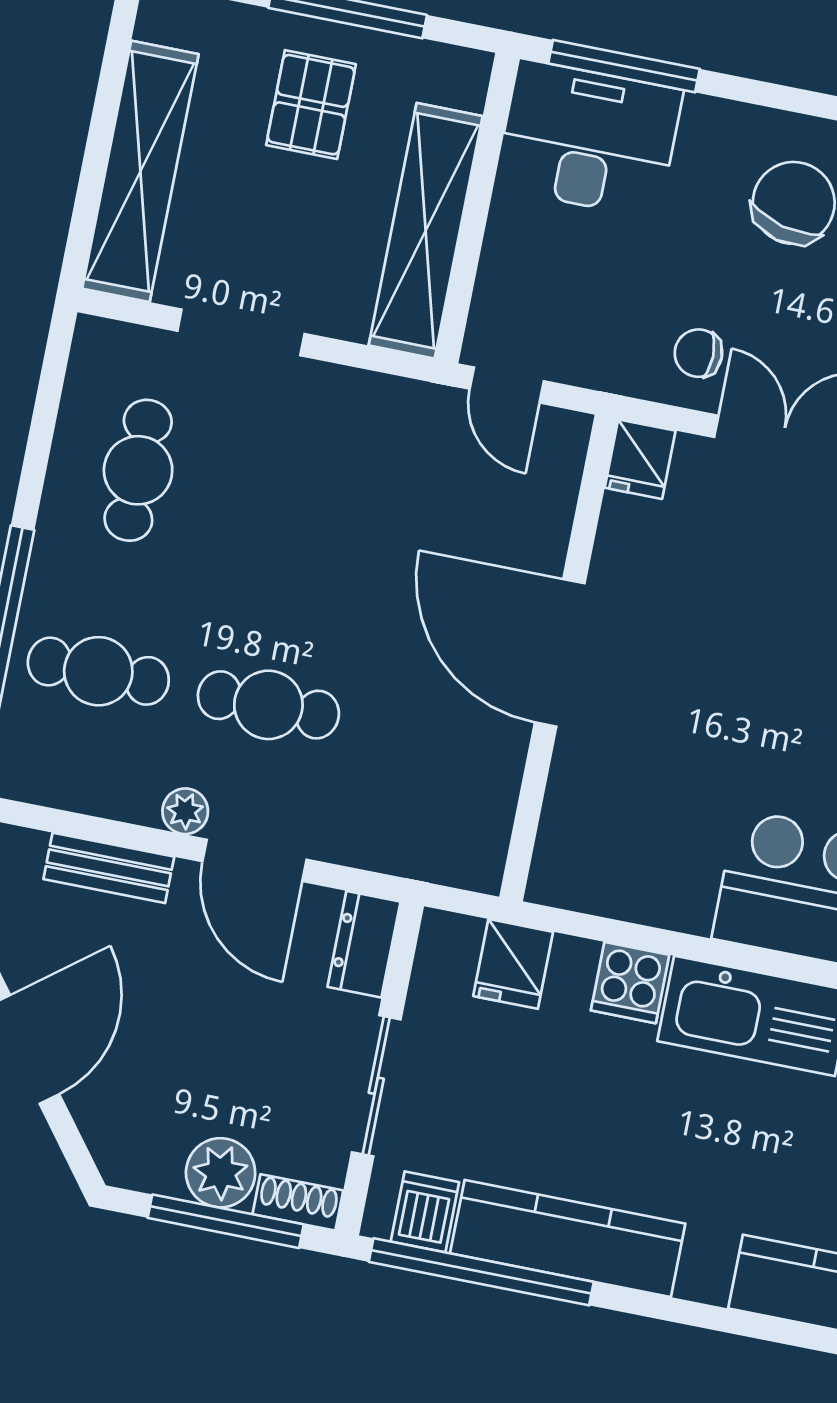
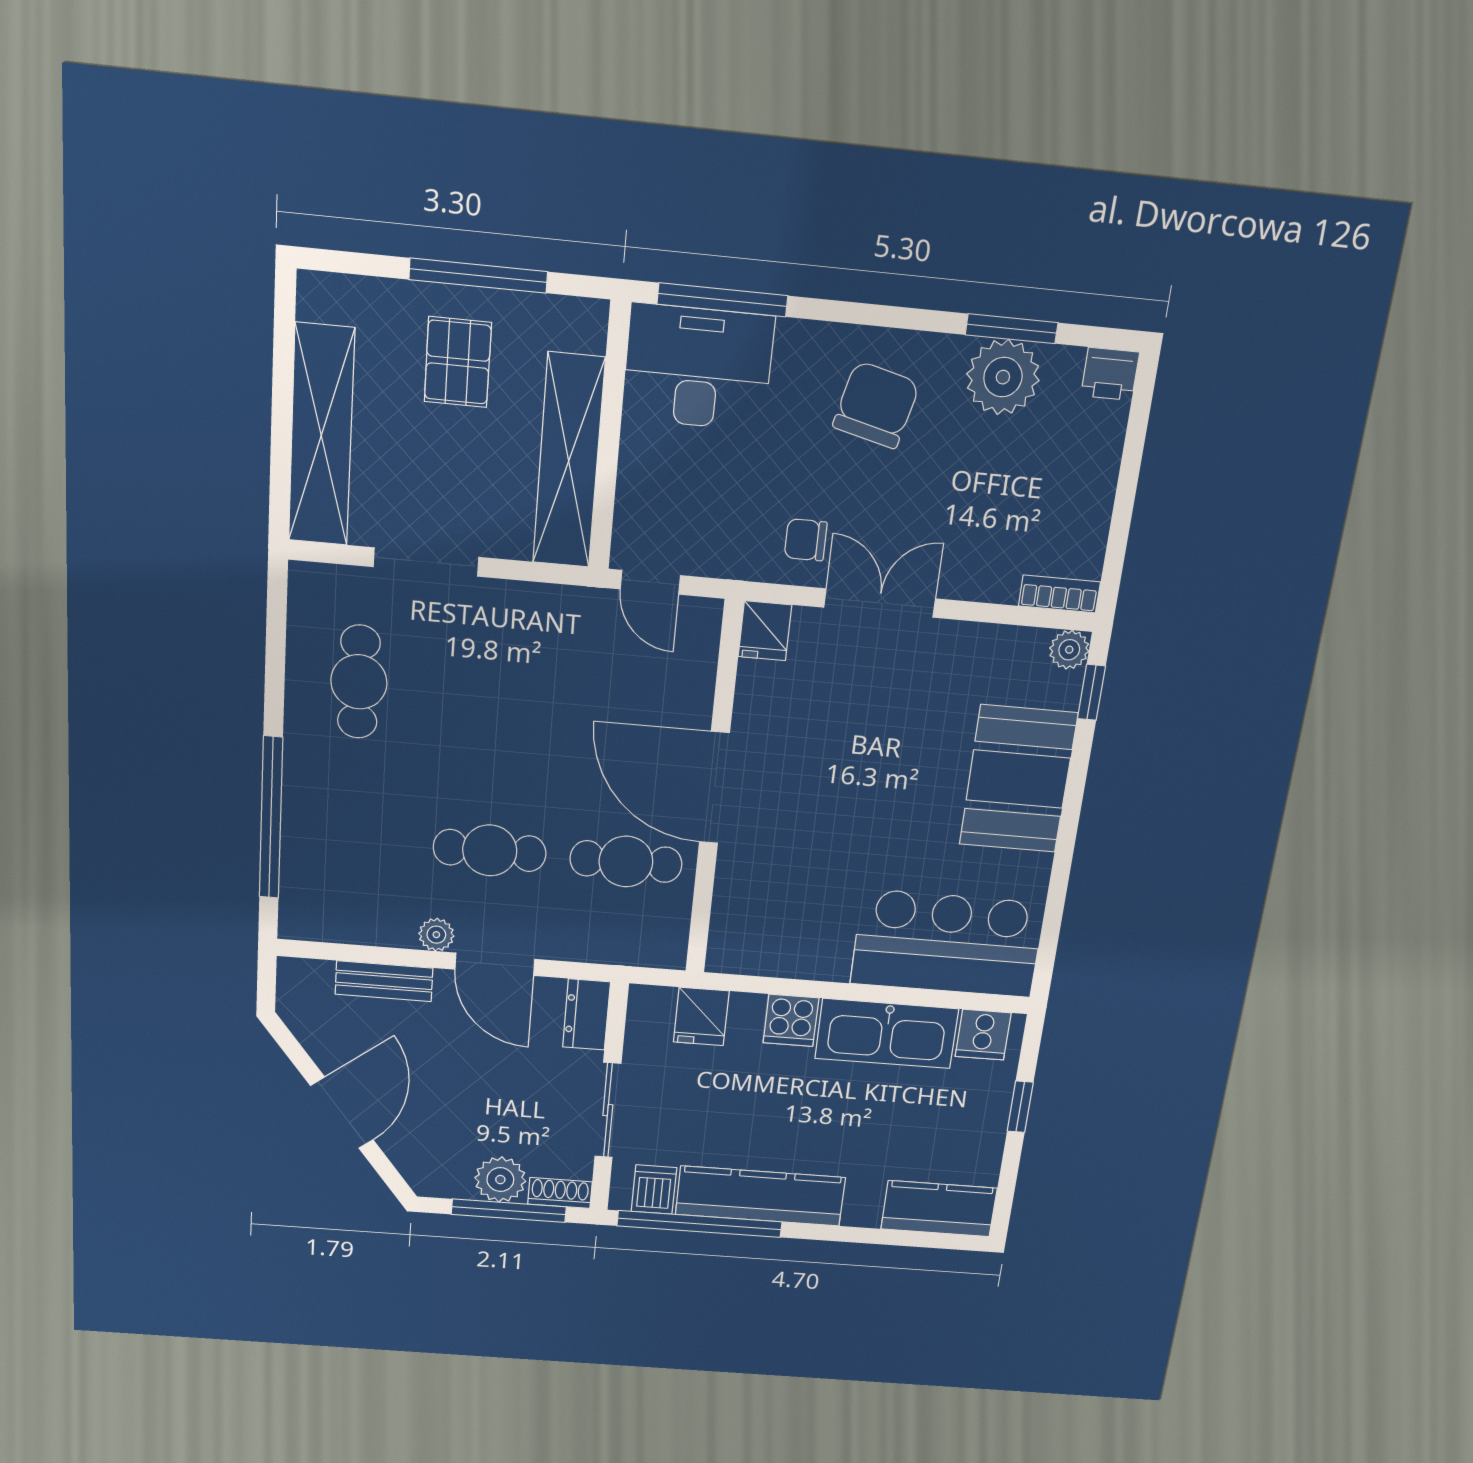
cafe table: (98, 671) -> (626, 861), moved

